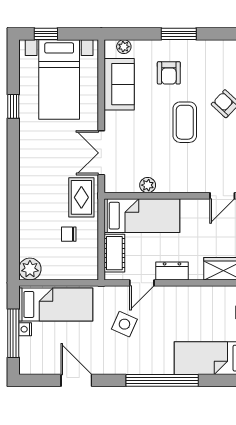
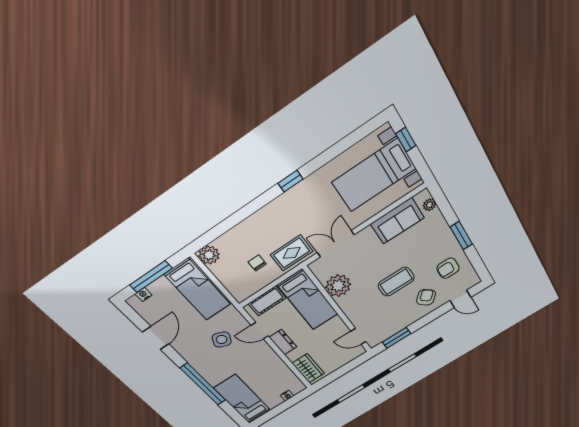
armchair: (169, 73) -> (448, 268), moved
window: (13, 106) -> (291, 181), moved
plant: (148, 185) -> (338, 286), width x1.88, depth x1.88
nightstand: (25, 329) -> (143, 294), moved

